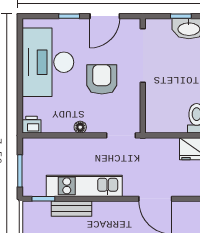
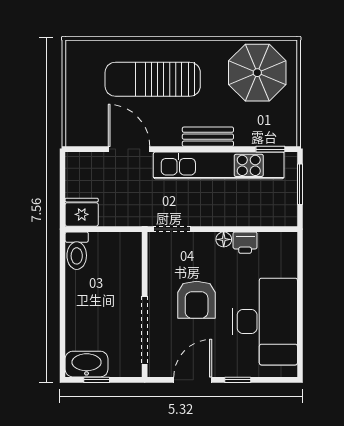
printer: (31, 125) -> (245, 243), moved
kitchen unit: (84, 186) -> (219, 165), width x1.36
bench: (72, 209) -> (208, 137), moved

